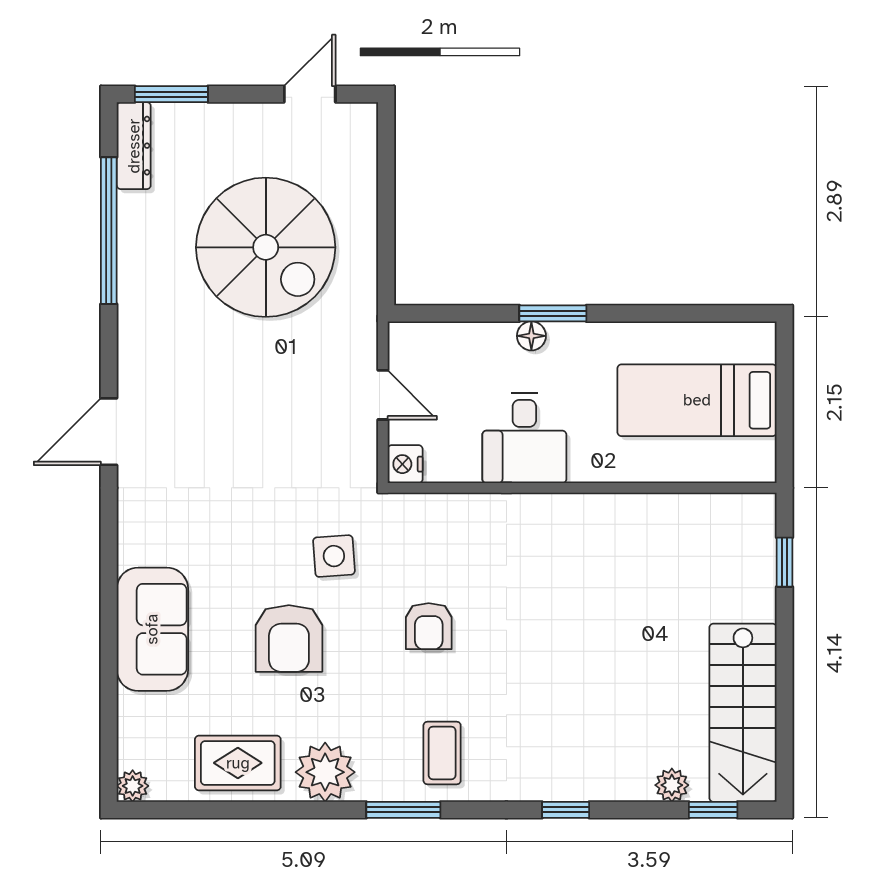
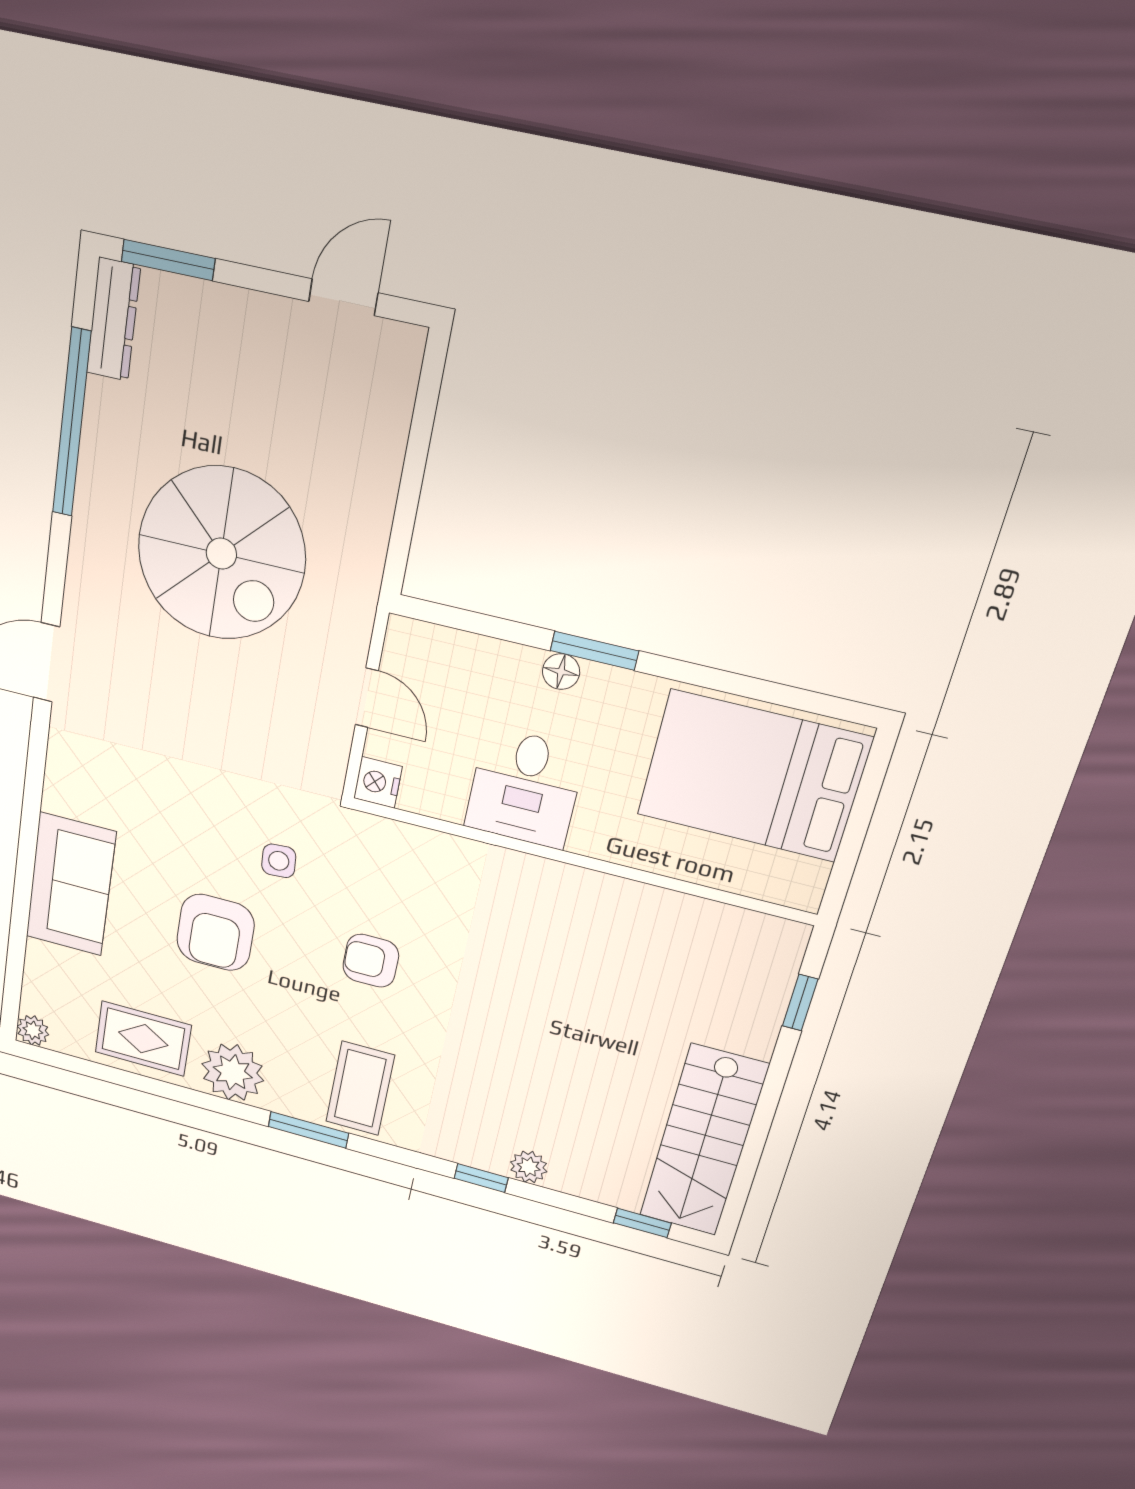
spiral stairs: (266, 247) -> (221, 554), moved
bed: (697, 400) -> (753, 776), width x1.50
side table: (334, 556) -> (279, 861), width x0.73, depth x0.73
armchair: (429, 626) -> (371, 961), turned 90
coffee table: (442, 753) -> (360, 1088), width x1.36, depth x1.30
plant: (672, 785) -> (529, 1167), moved

